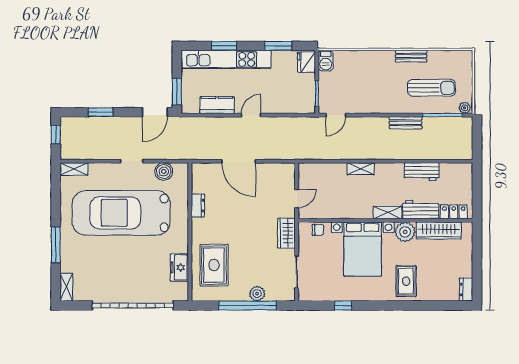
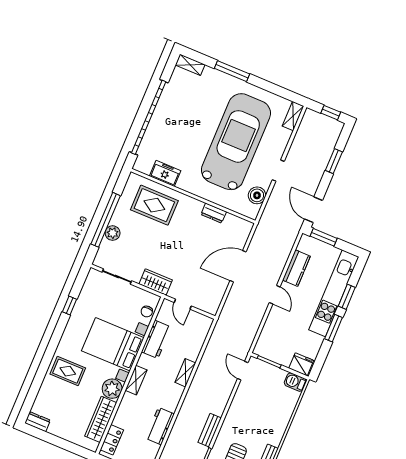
window: (278, 46) -> (334, 328), moved
workbench: (421, 210) -> (156, 339), moved

